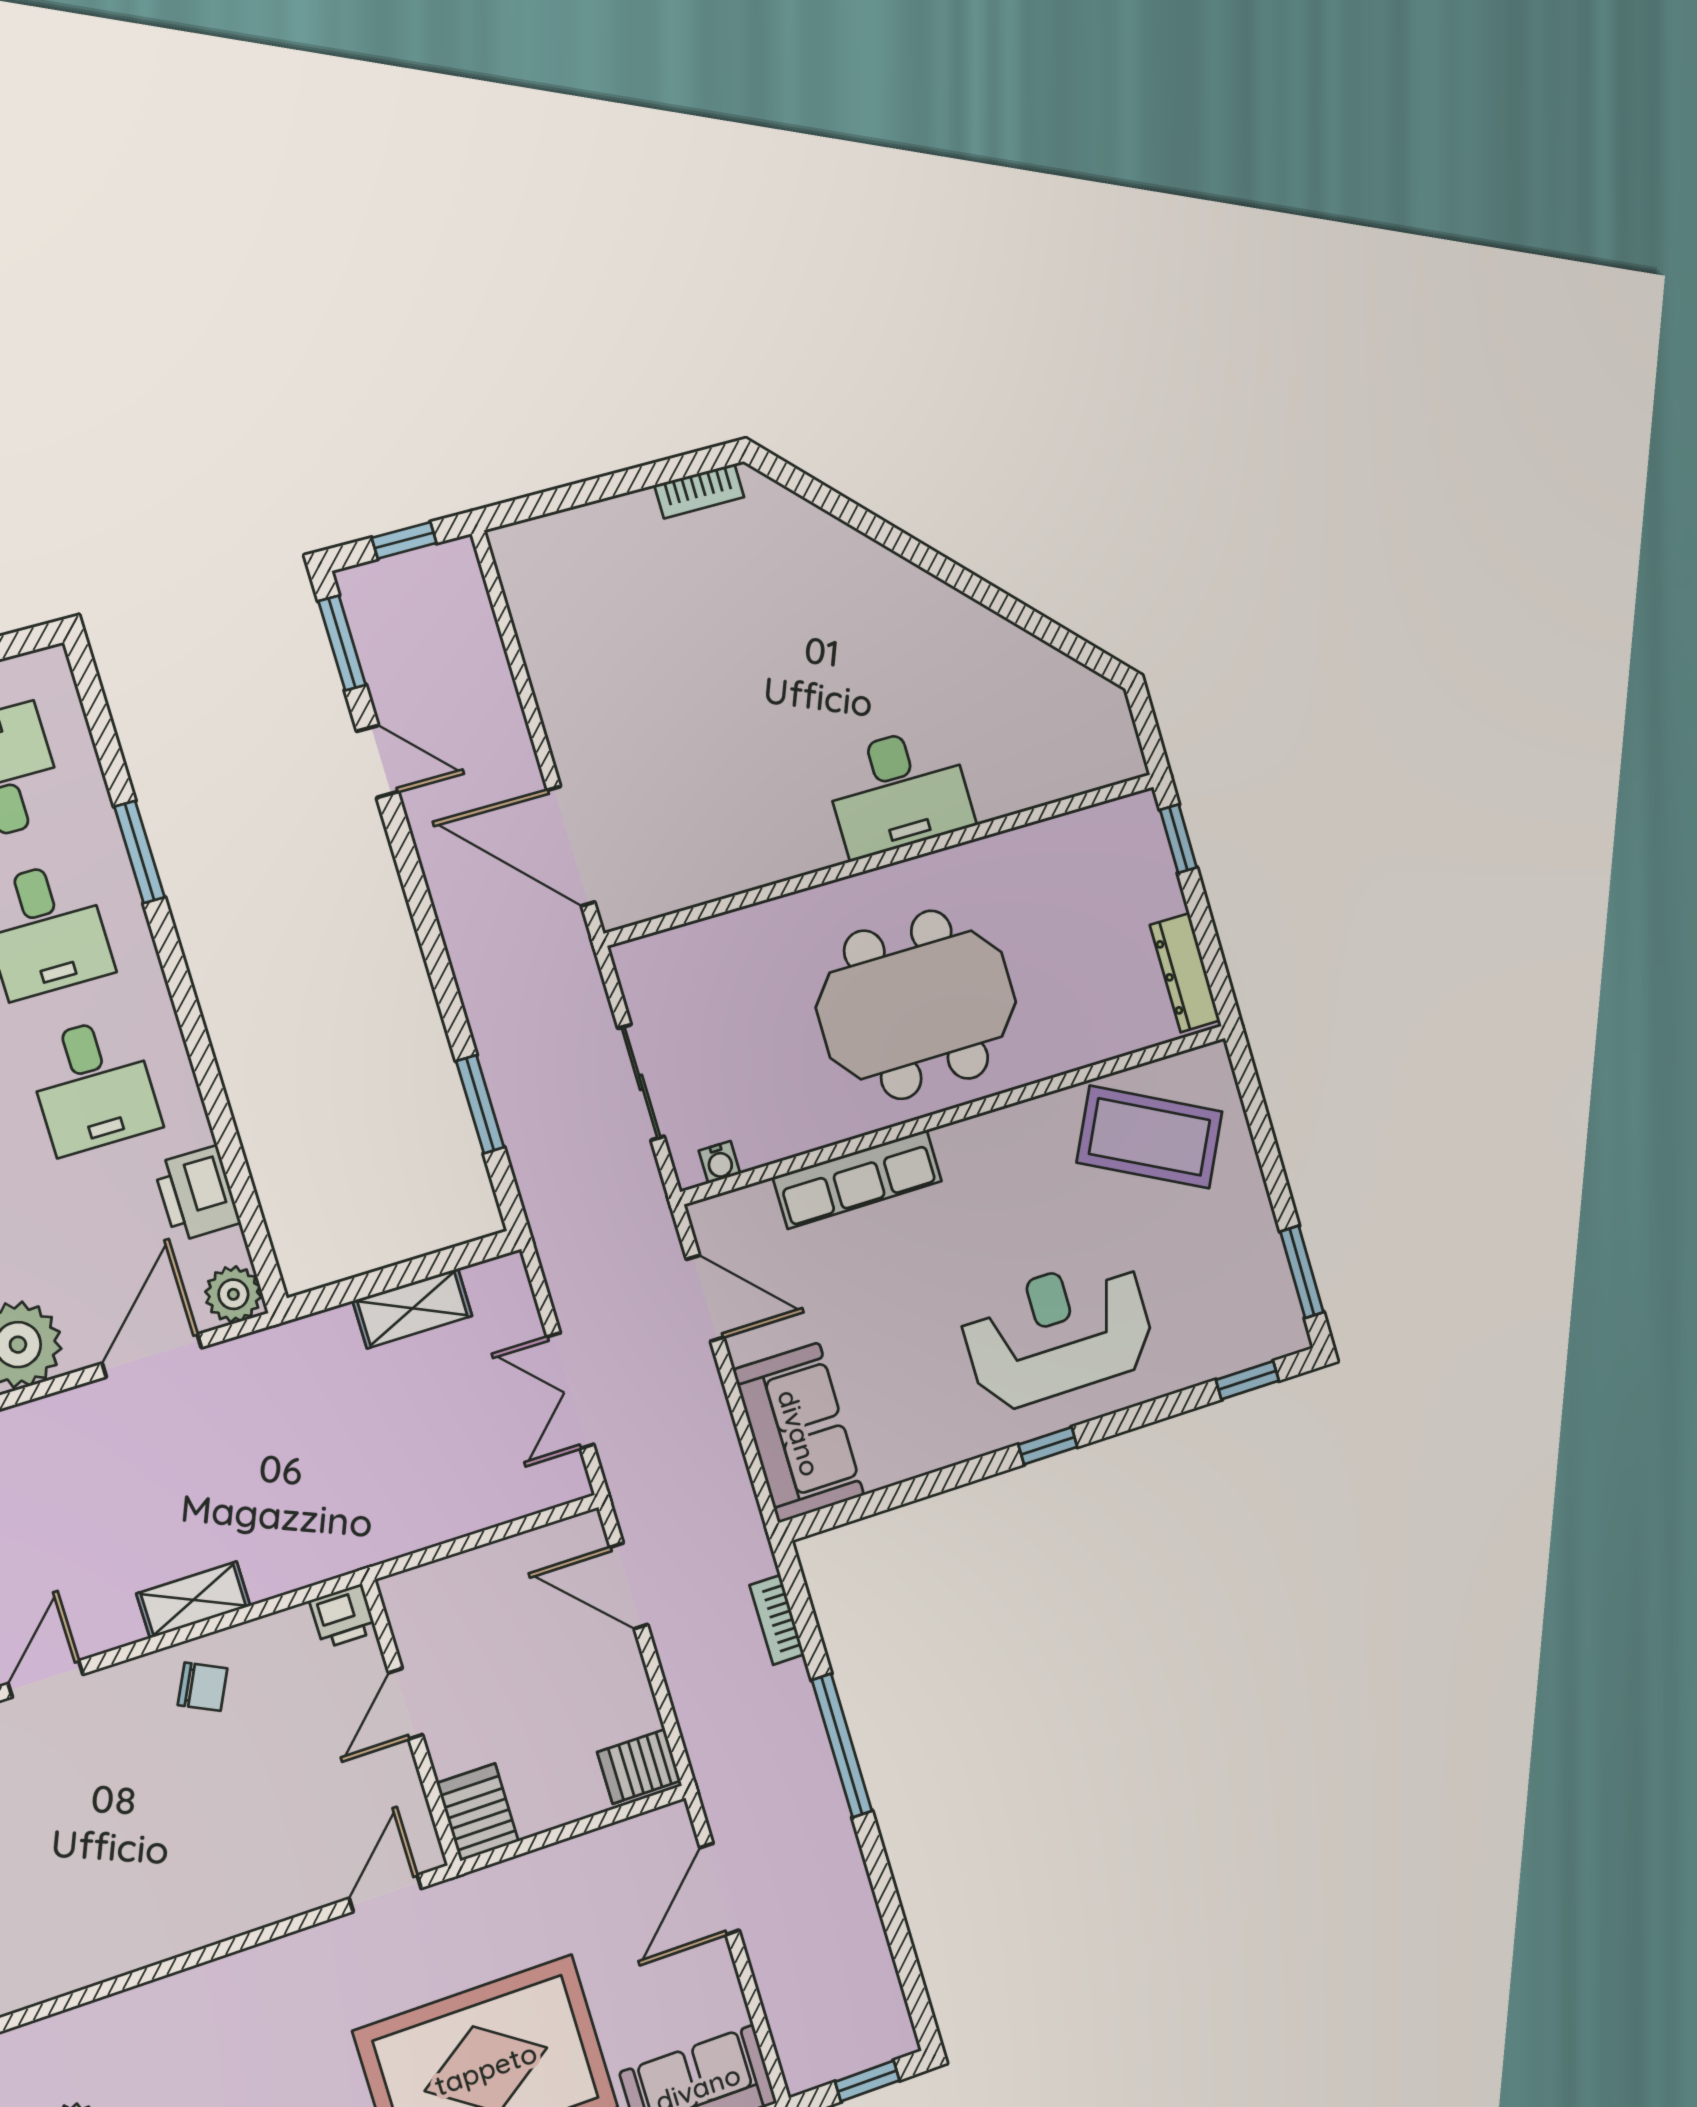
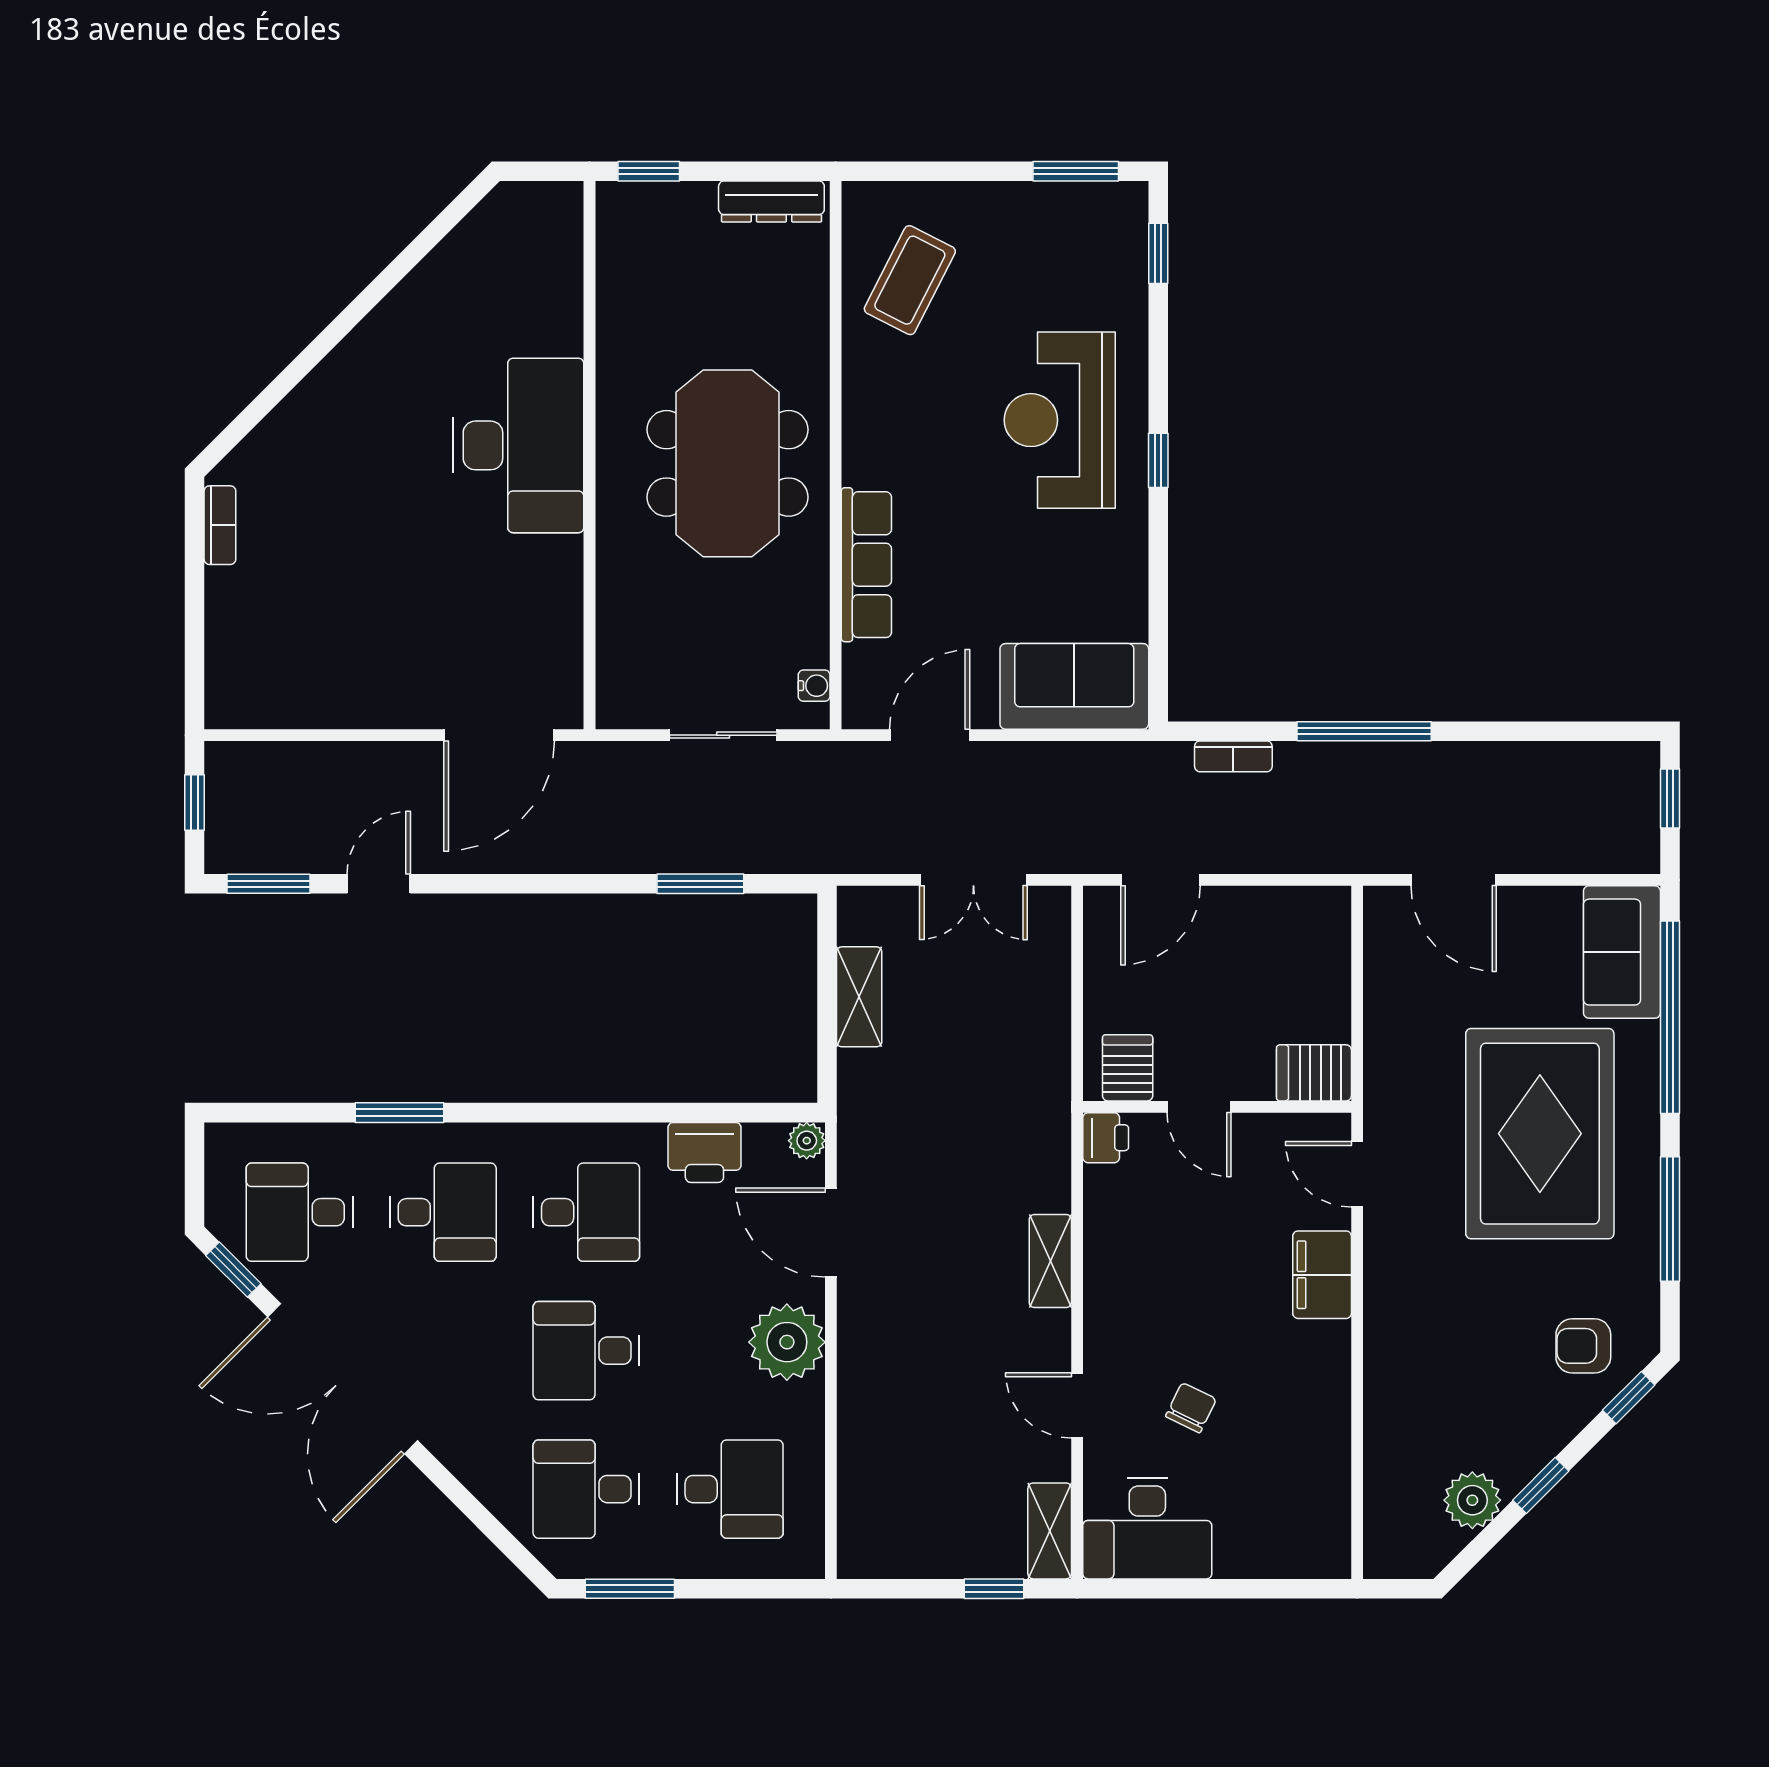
desk: (899, 791) -> (518, 445), width x1.36, depth x1.30
coffee table: (1150, 1137) -> (910, 280), width x0.73, depth x0.76
plant: (233, 1294) -> (807, 1141), width x0.73, depth x0.73
chair: (203, 1687) -> (1191, 1408), moved
server rack: (639, 1766) -> (1128, 1068), moved, turned 180
filing cabinet: (267, 1893) -> (1322, 1275), added

